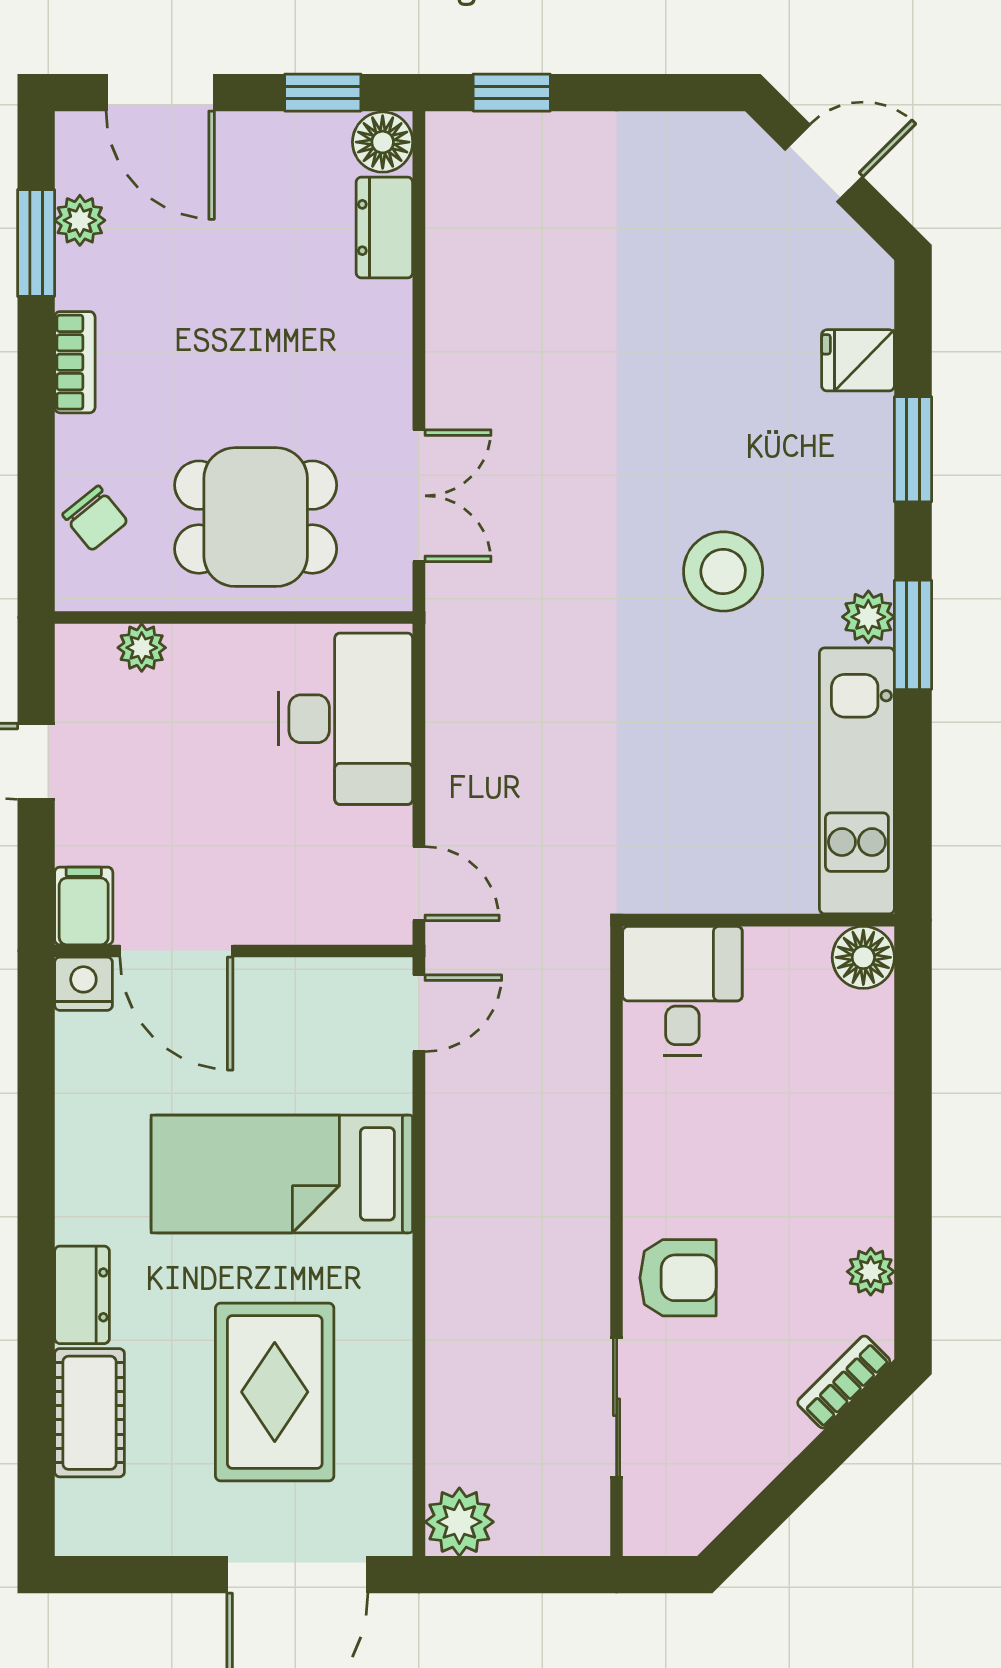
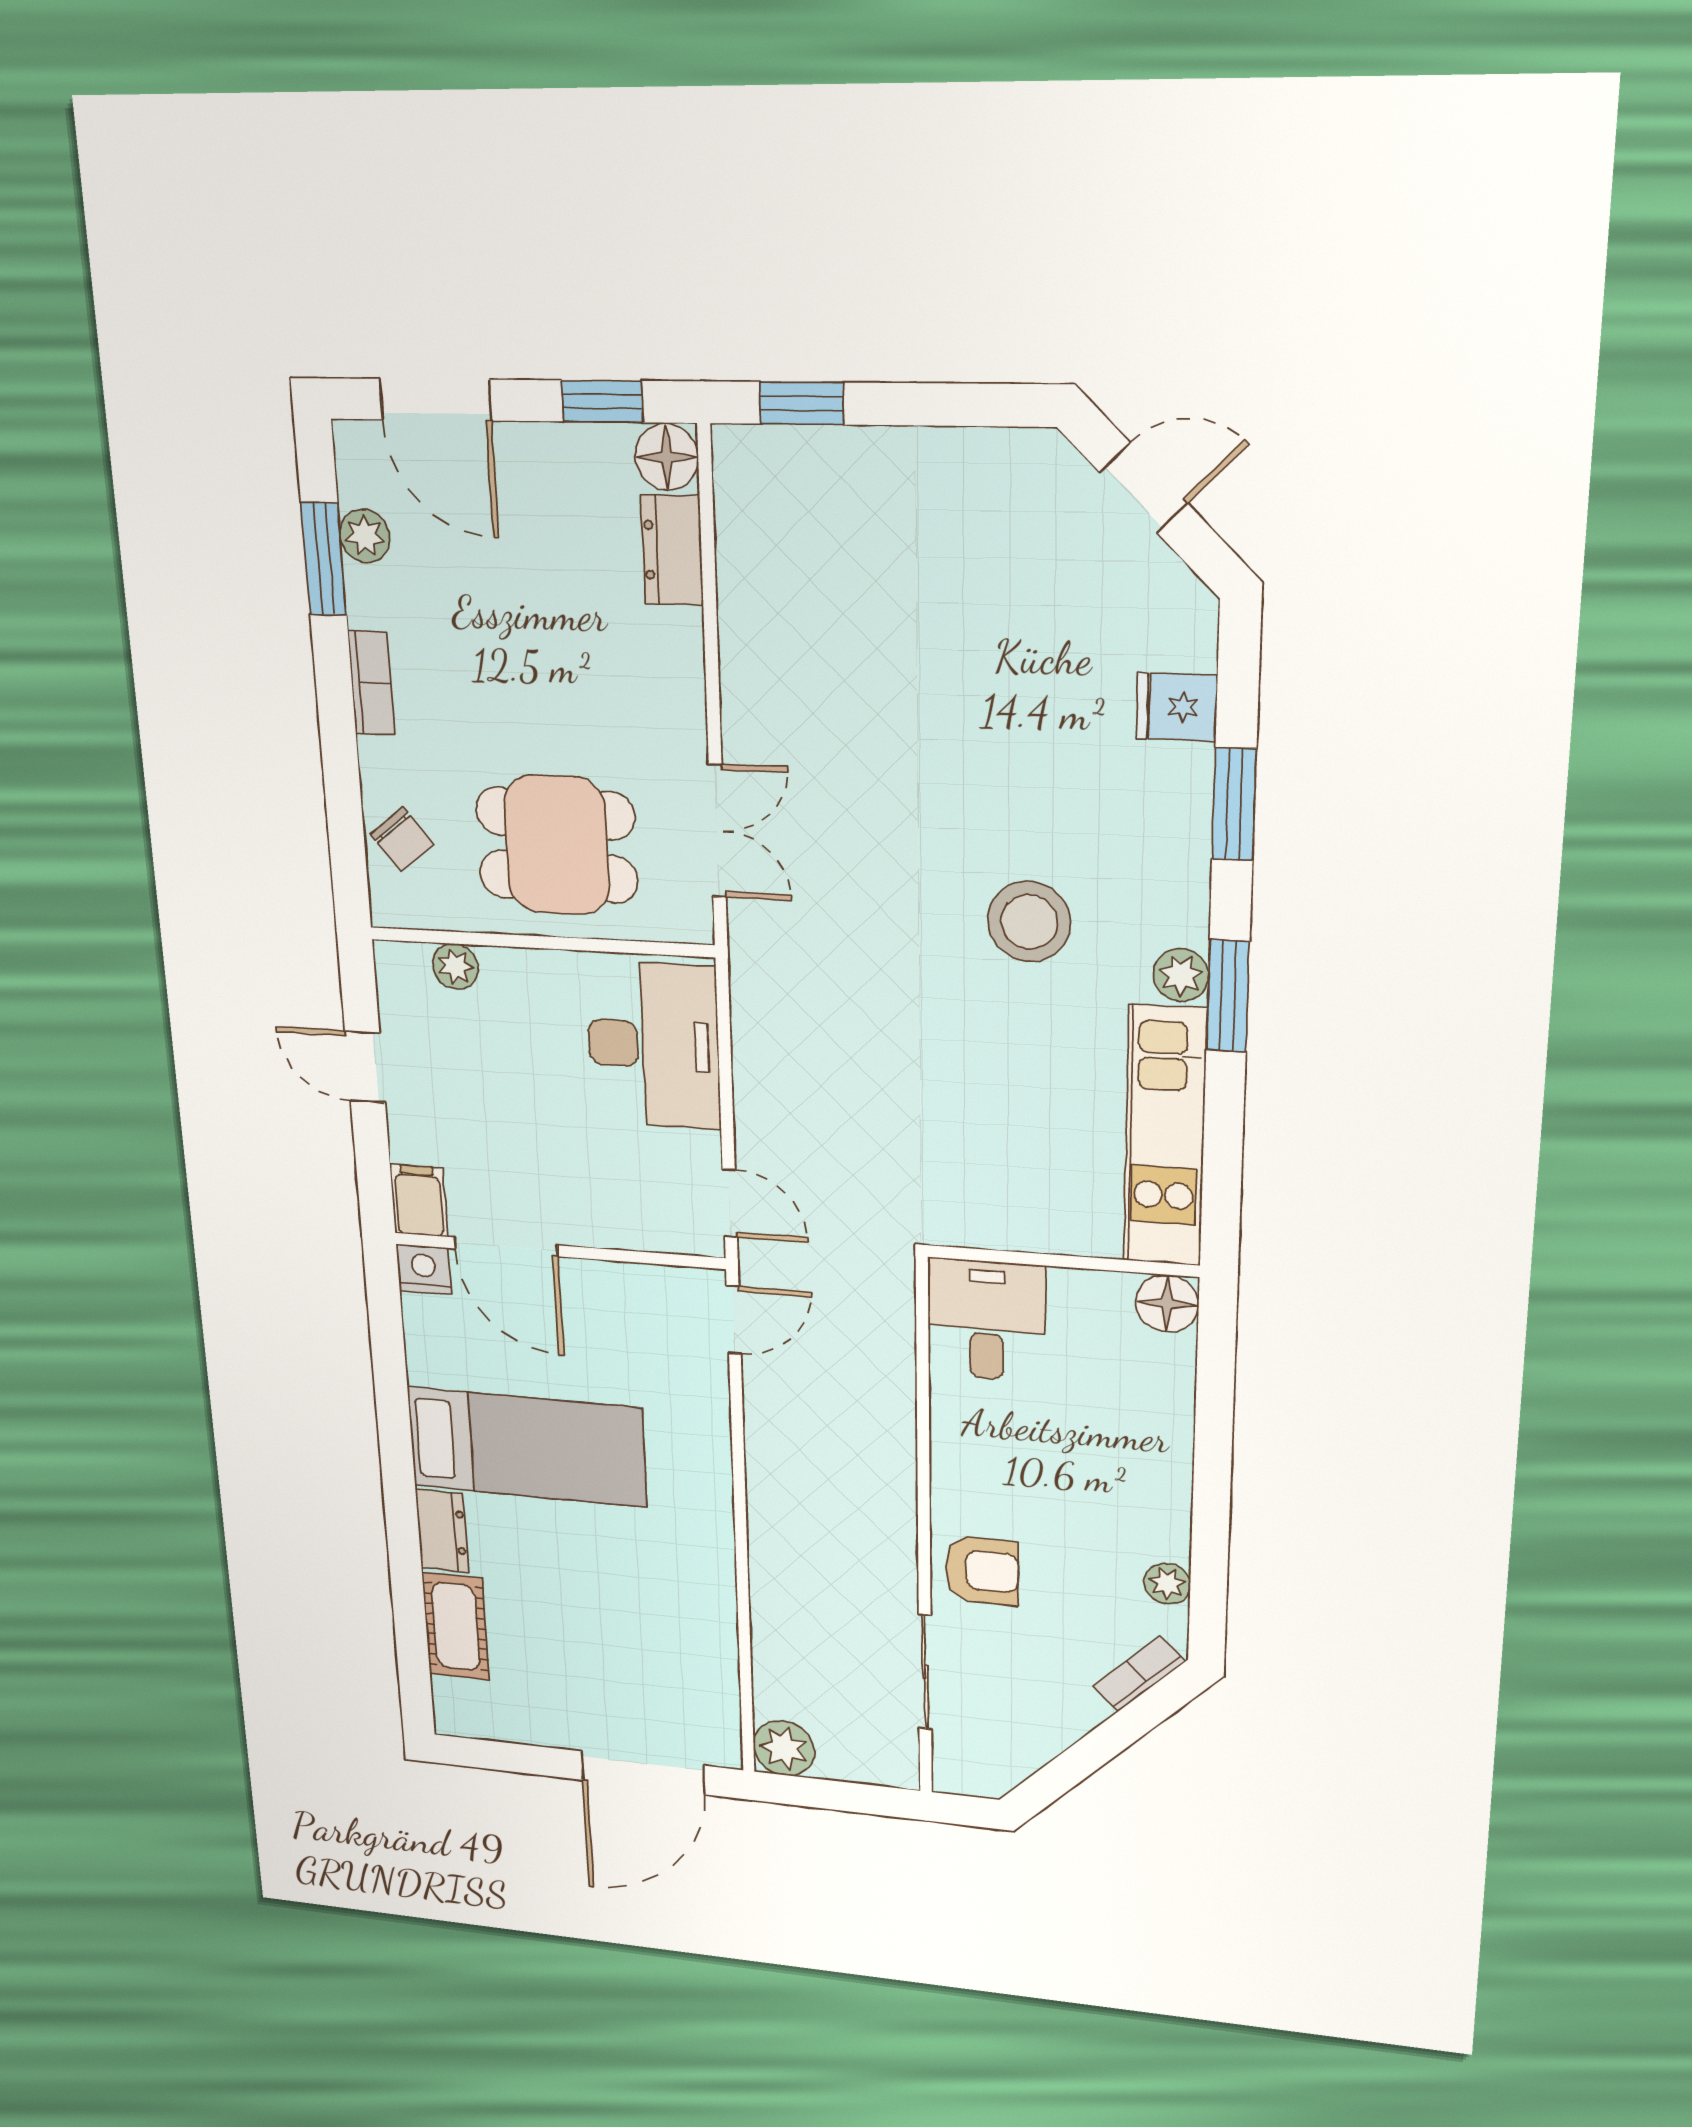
bed: (282, 1174) -> (527, 1447), moved, turned 180
rug: (275, 1392) -> (616, 1627), removed

